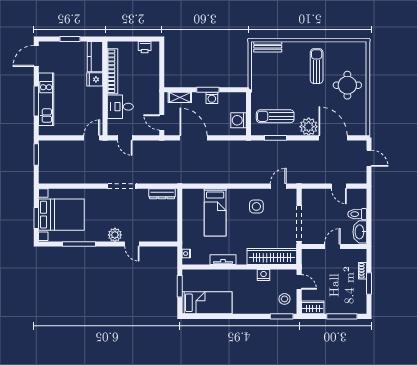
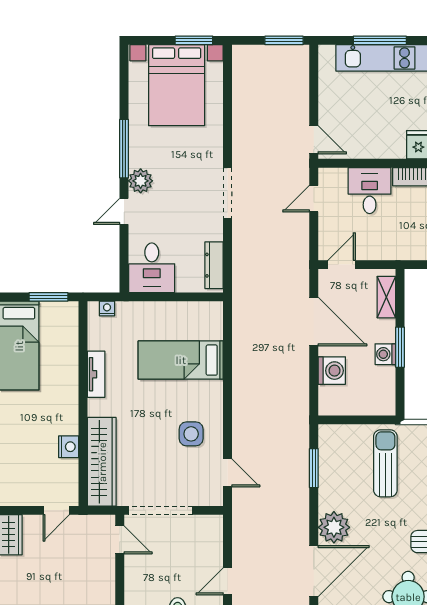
sun lounger: (275, 116) -> (385, 463), moved
washing machine: (238, 120) -> (332, 371), moved, turned 90
door: (194, 138) -> (314, 321), hinge flipped
window: (36, 218) -> (194, 40), moved
desk: (164, 229) -> (152, 268), added
window: (79, 244) -> (124, 149), moved
door: (332, 246) -> (120, 540), moved
stool: (284, 299) -> (26, 484), removed

